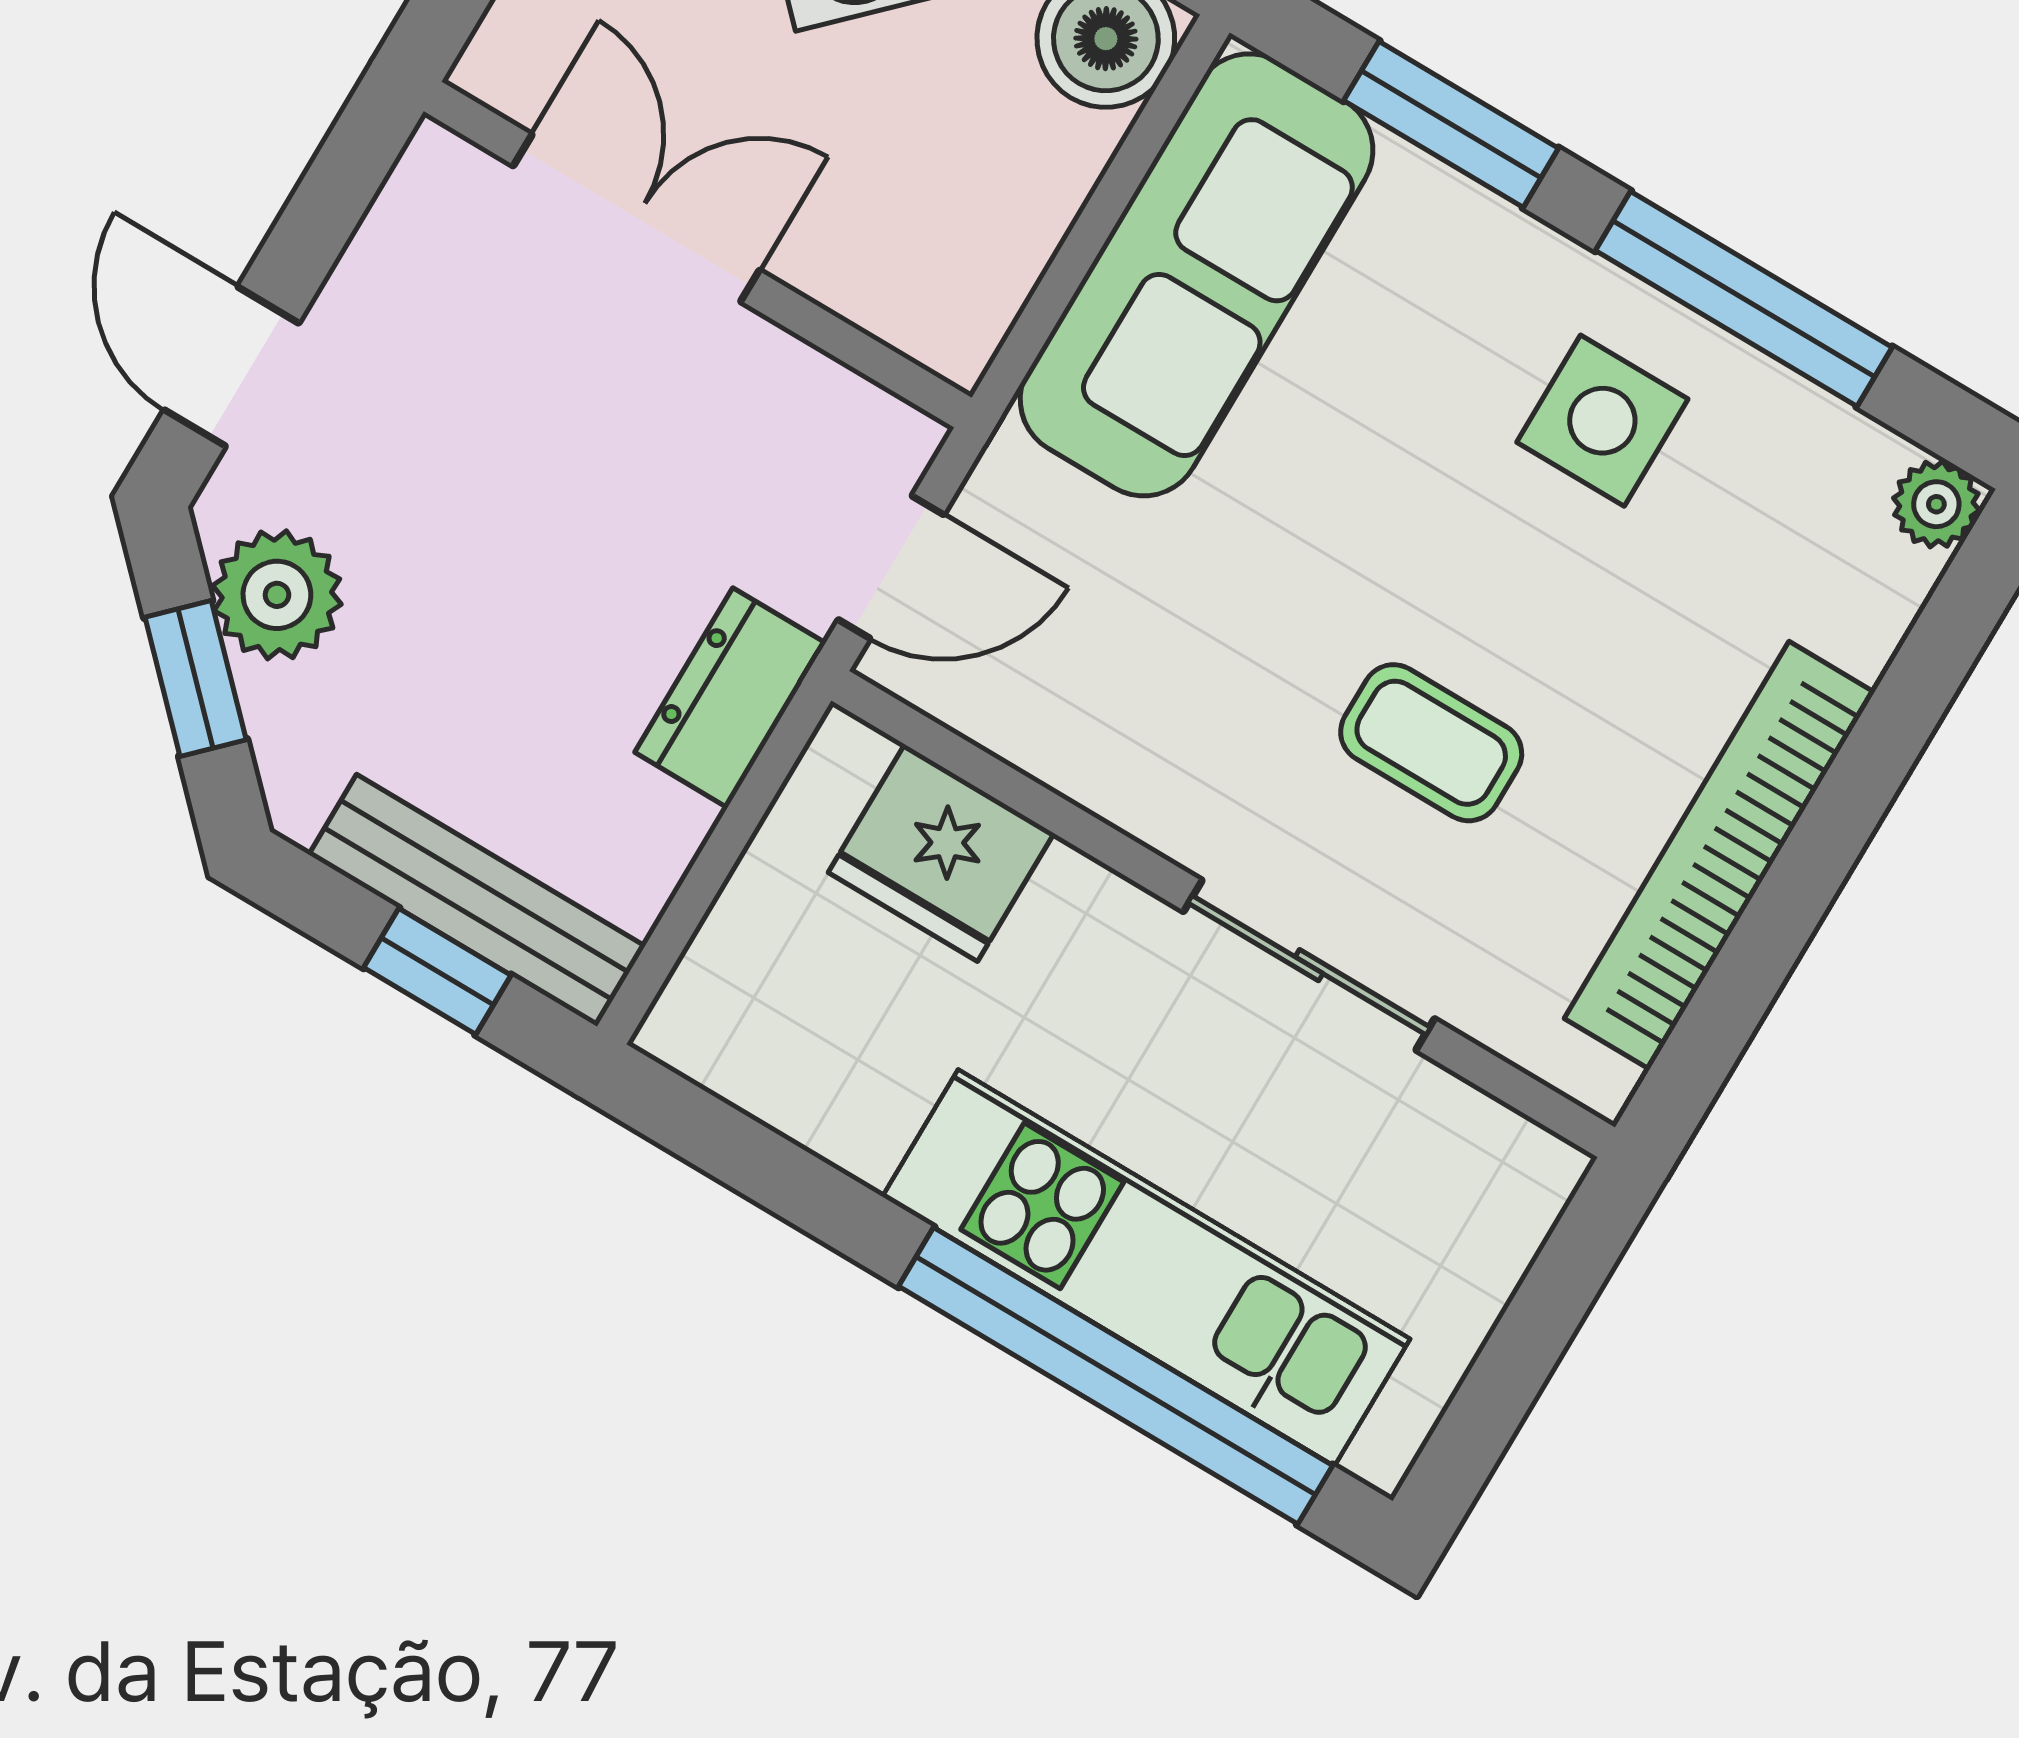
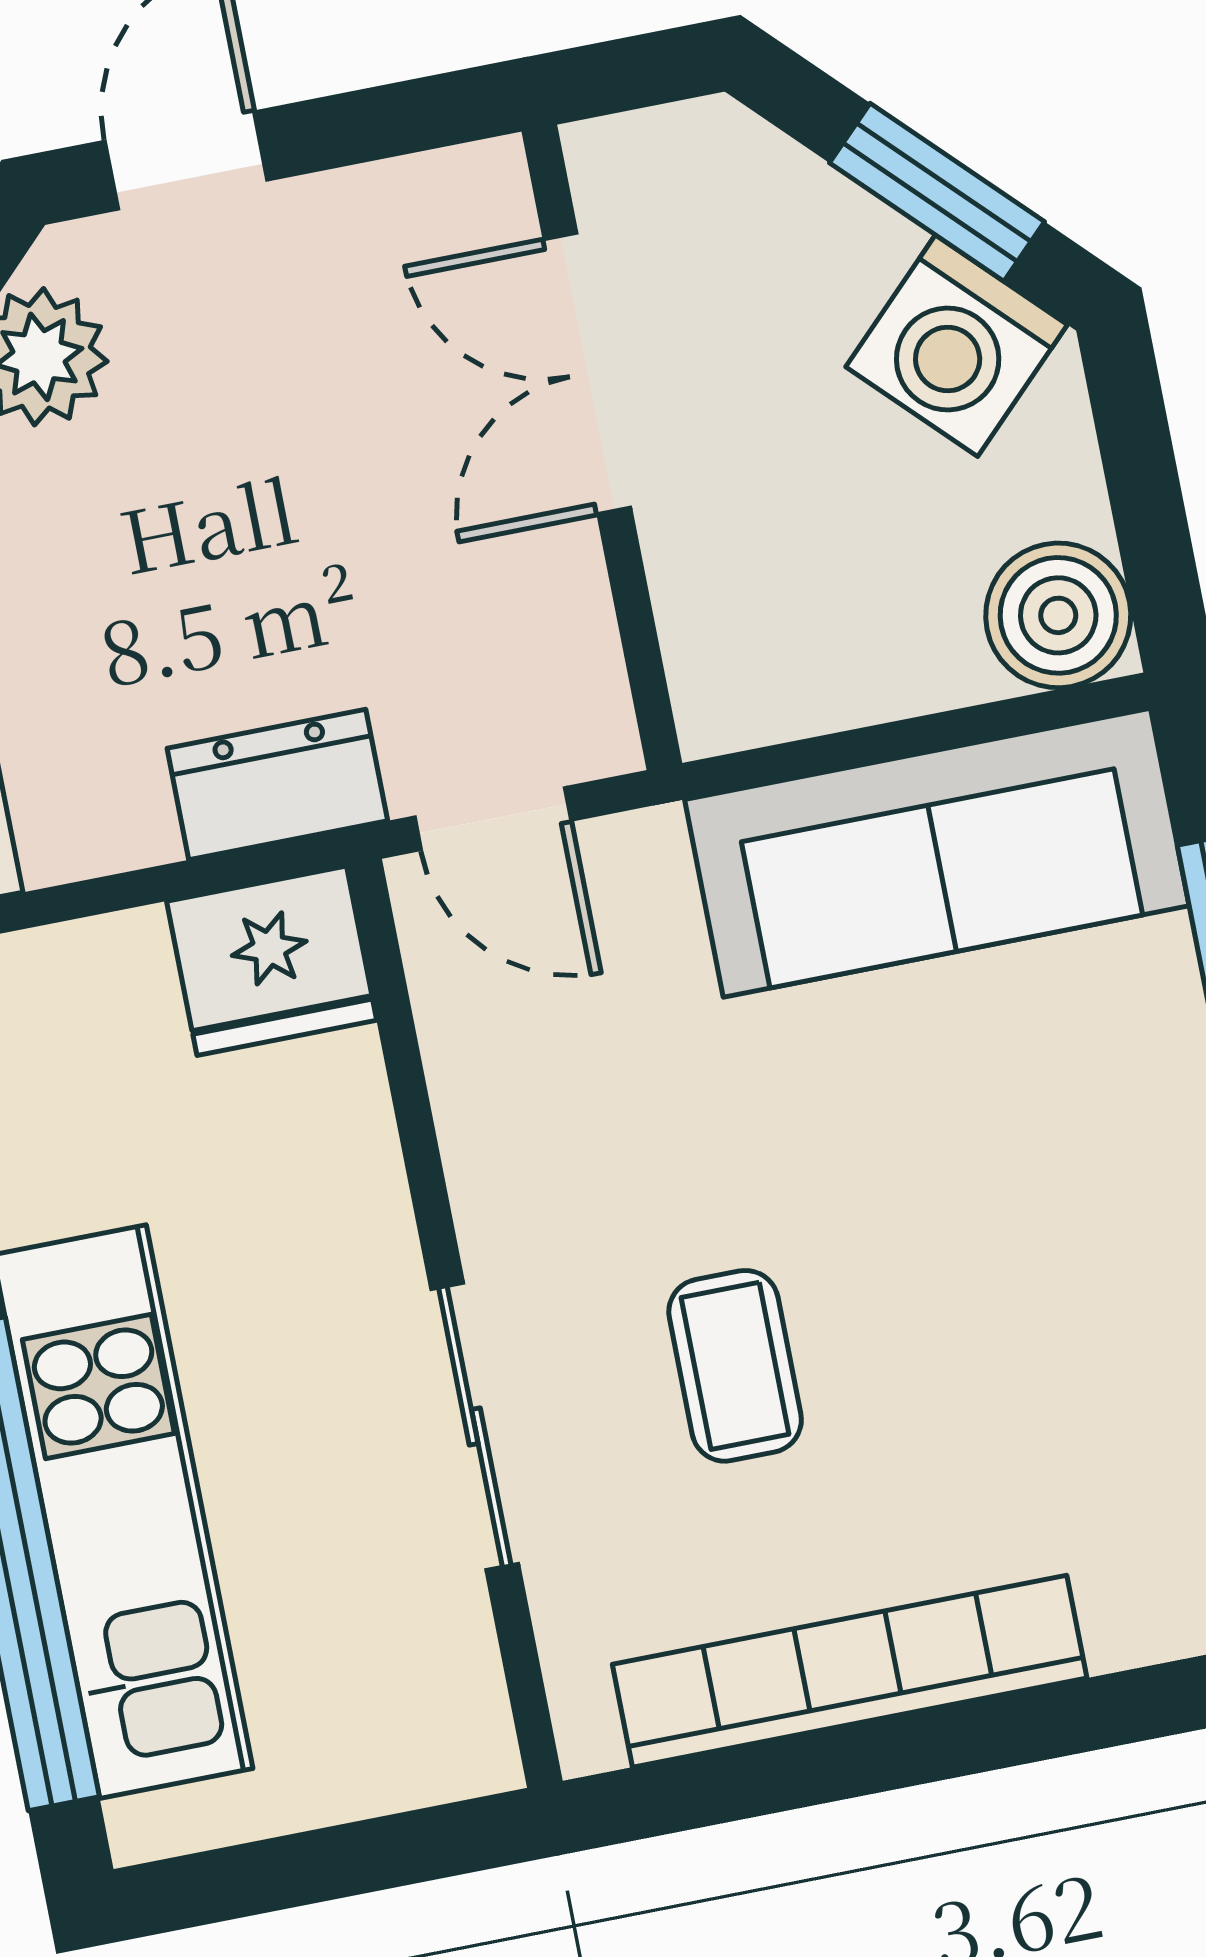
double door: (636, 218) -> (587, 373), swing flipped
side table: (1602, 421) -> (1108, 1273), removed
fridge: (941, 853) -> (272, 961), moved, turned -90

